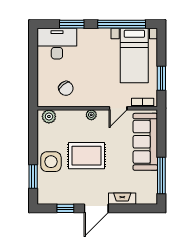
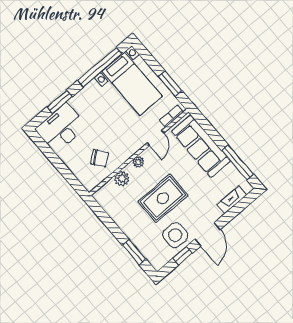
plant: (49, 116) -> (122, 179), moved
side table: (51, 162) -> (175, 235), moved
fireplace: (122, 199) -> (232, 200), moved

